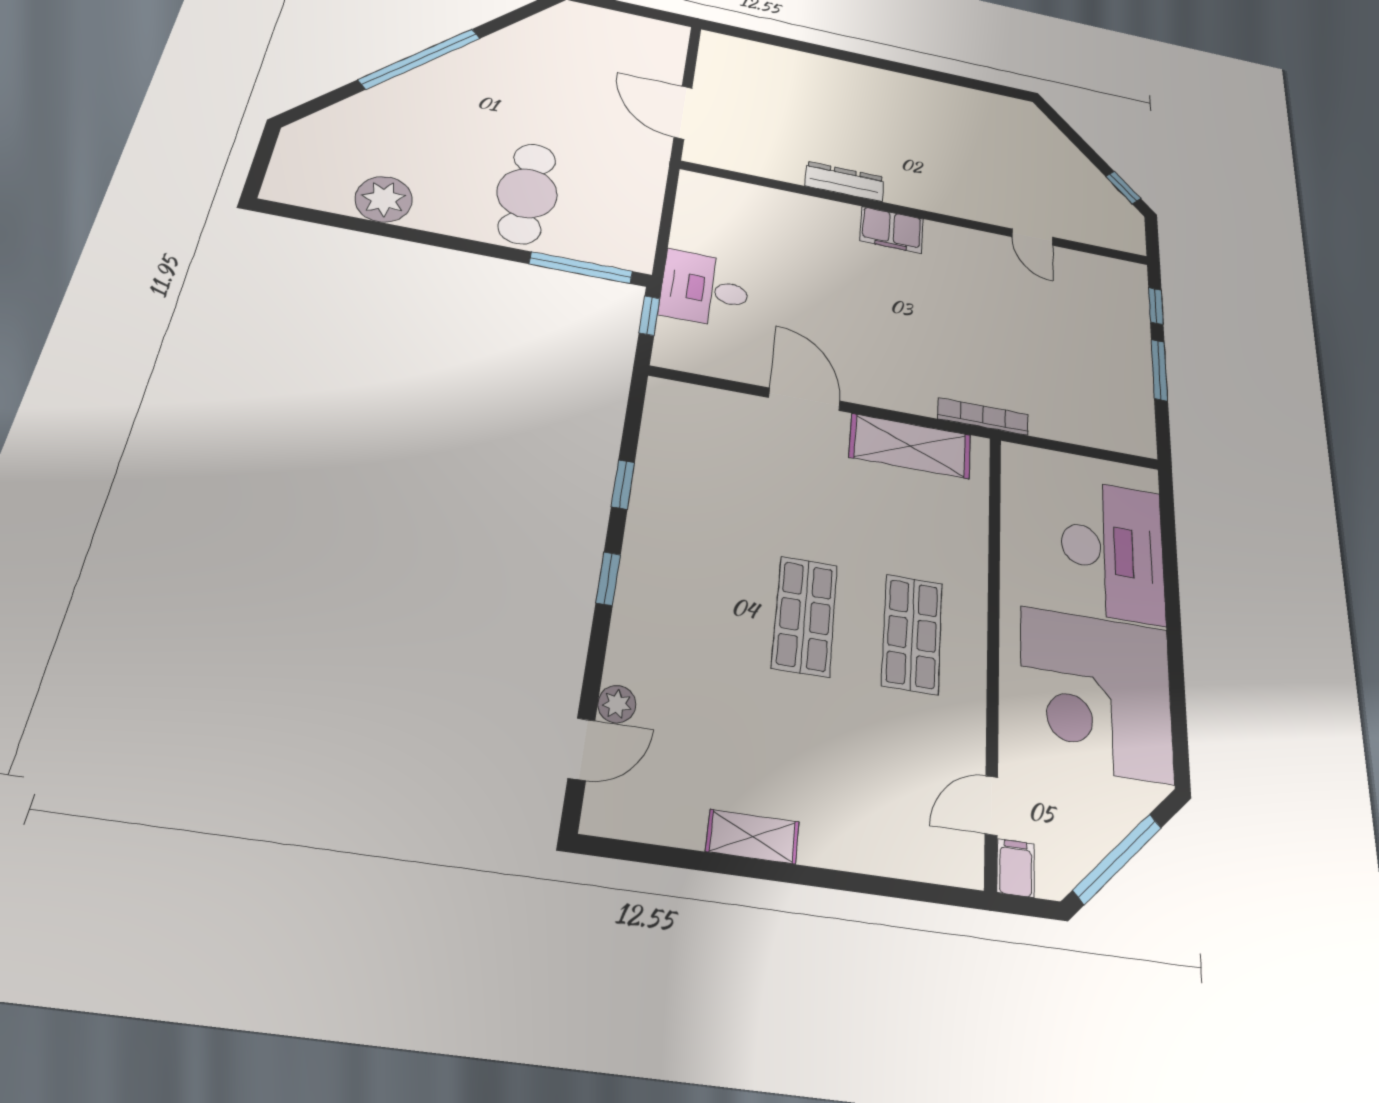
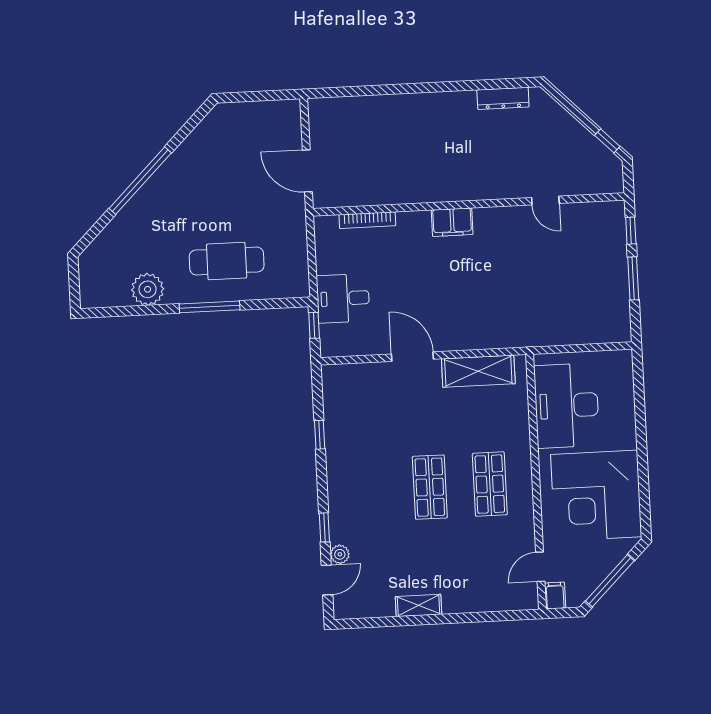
dresser: (845, 181) -> (503, 98), moved, turned 180
cafe table: (527, 193) -> (227, 261), turned 90
window: (581, 268) -> (210, 307), moved
bookcase: (983, 417) -> (367, 220), moved, turned 180
desk: (1112, 550) -> (567, 406), moved, turned 180
window: (608, 579) -> (324, 527), moved

